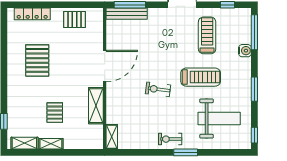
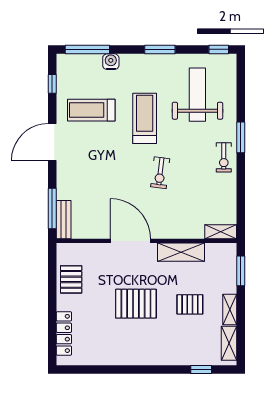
bench: (127, 14) -> (64, 220), width x0.73
pallet: (37, 60) -> (136, 304), moved
window: (81, 152) -> (241, 271), added

